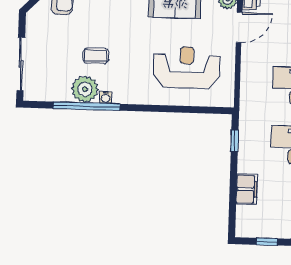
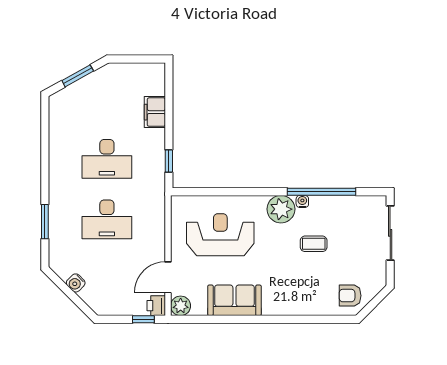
reception desk: (187, 67) -> (220, 235), turned 180
plant: (85, 89) -> (281, 209), moved
window: (267, 242) -> (133, 59), removed

